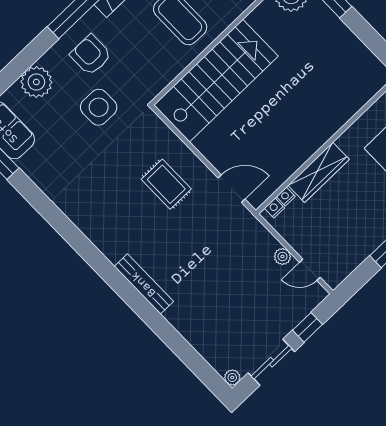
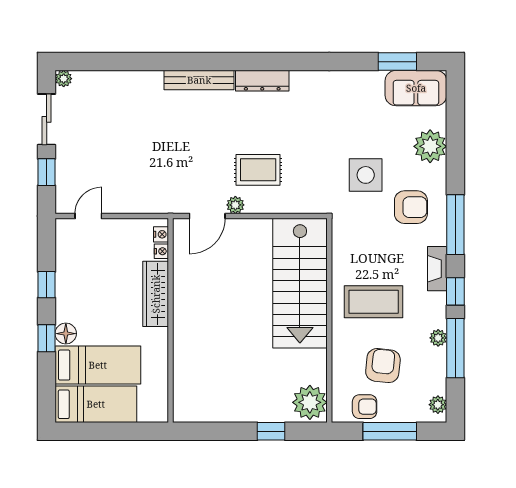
dresser: (102, 240) -> (262, 81), added
plant: (282, 256) -> (235, 205), moved

